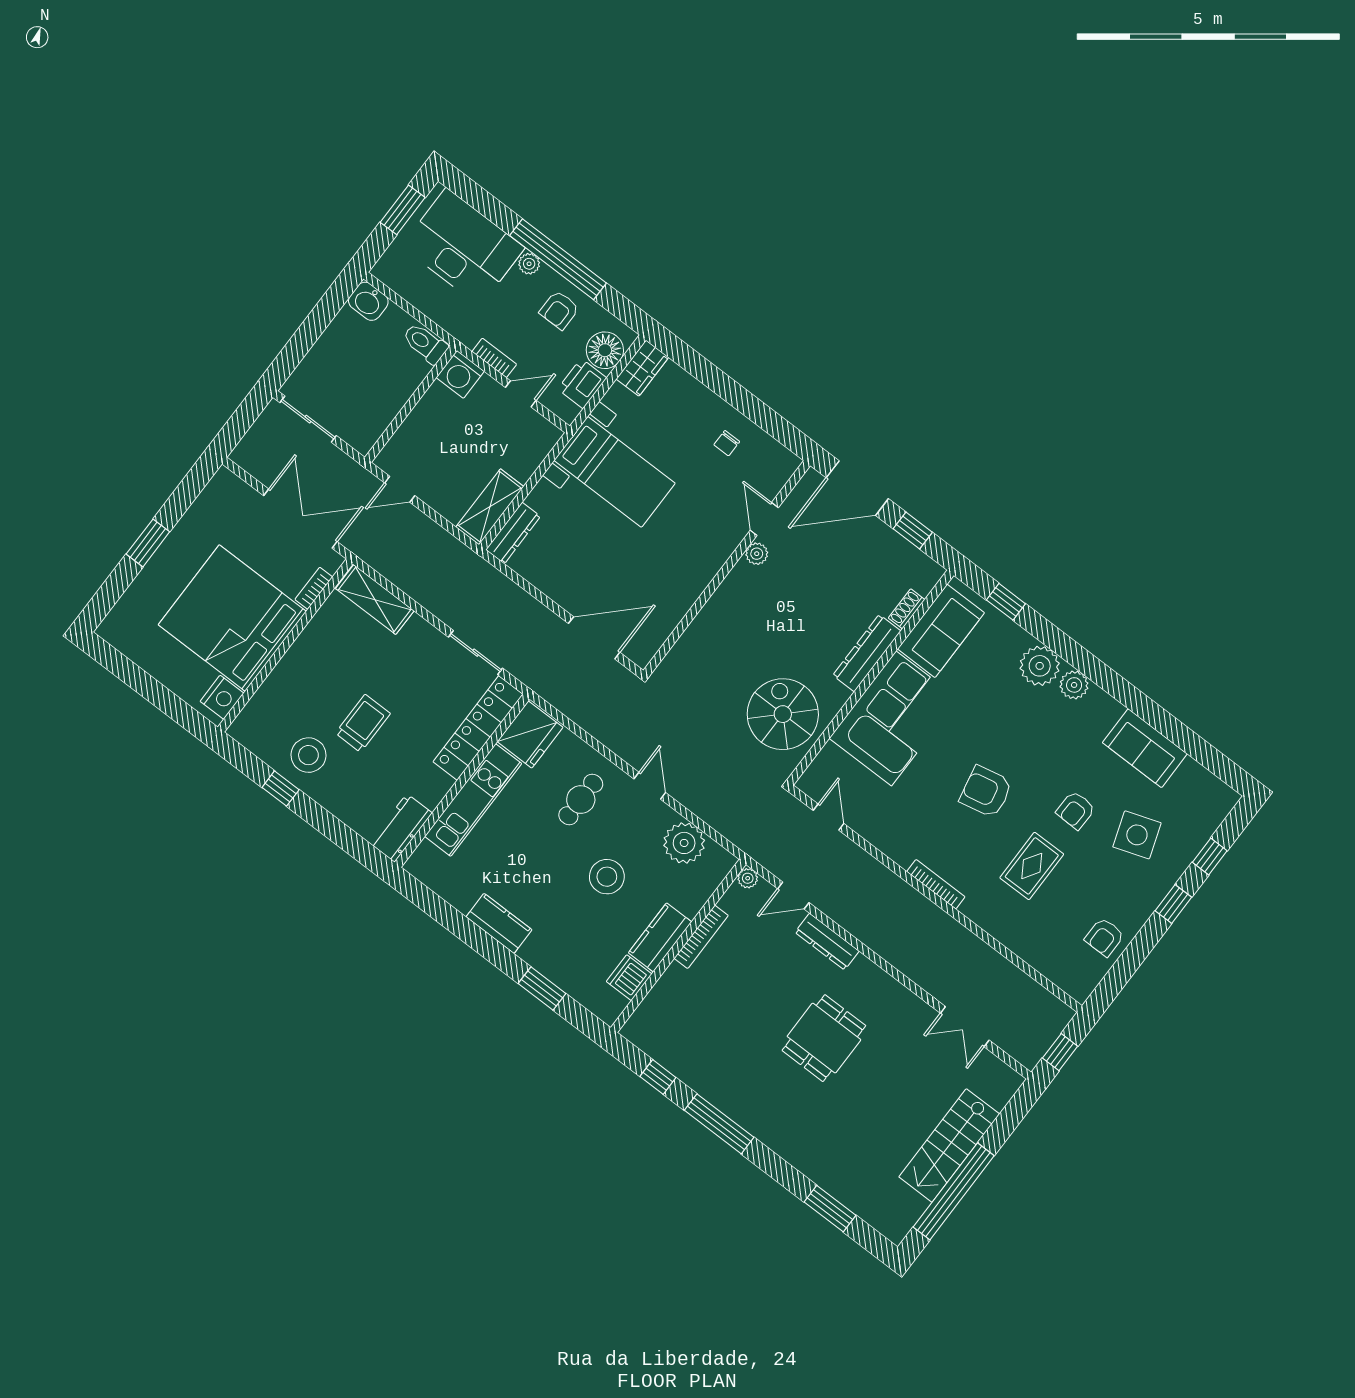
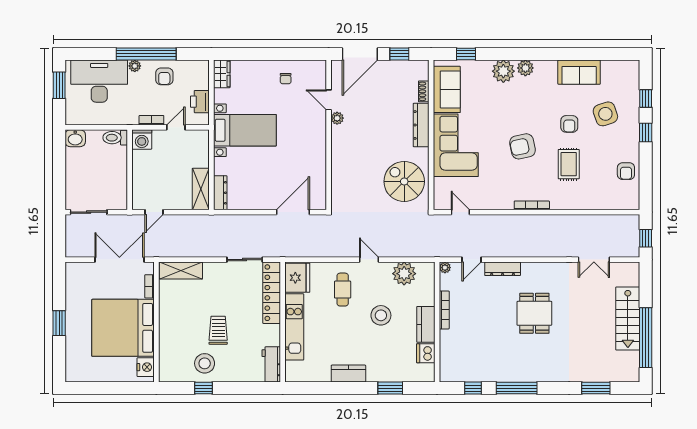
floor lamp: (605, 350) -> (199, 79), removed

